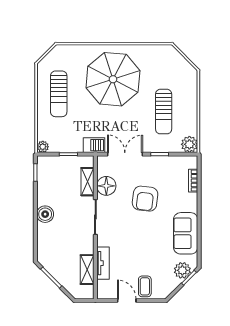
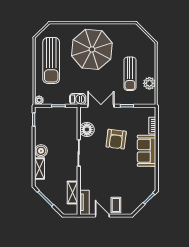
sun lounger: (59, 94) -> (51, 60), width x1.36, depth x1.34
plant: (189, 144) -> (149, 83), moved
shelving: (87, 182) -> (40, 169), moved
sofa: (186, 233) -> (147, 151), moved
tv unit: (103, 263) -> (84, 202), moved
plant: (182, 270) -> (144, 193), removed

